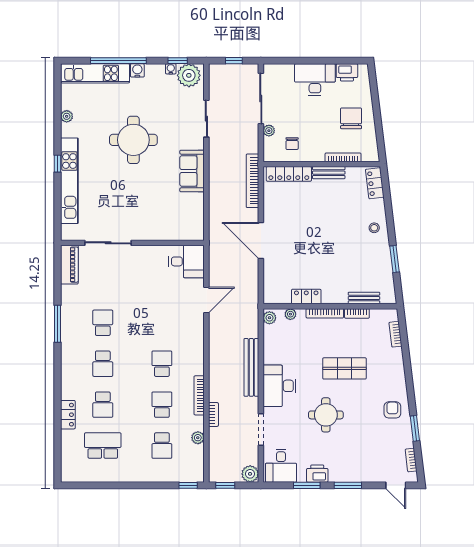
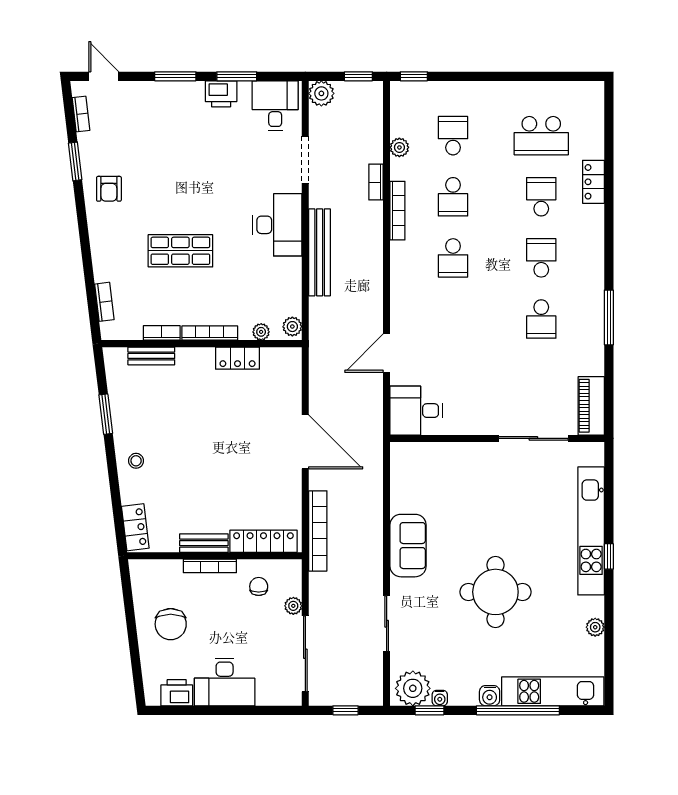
bookcase: (343, 157) -> (210, 566), moved
round table: (326, 415) -> (208, 181), removed

